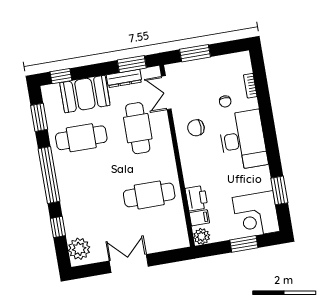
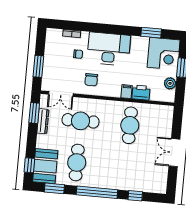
booth: (85, 94) -> (45, 166), moved
filing cabinet: (199, 218) -> (127, 92), moved
plant: (202, 236) -> (170, 83), moved
plant: (79, 249) -> (155, 185), removed

